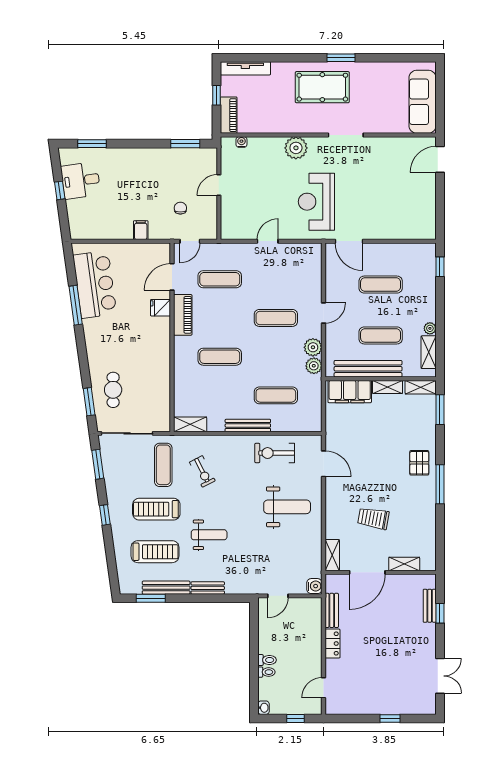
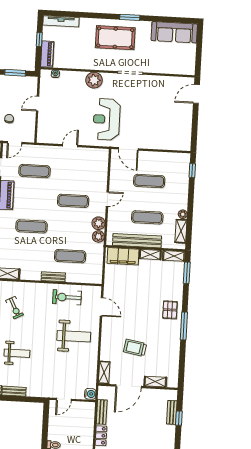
sofa: (423, 102) -> (174, 32), moved, turned -90
bench: (248, 425) -> (53, 277), width x0.73

